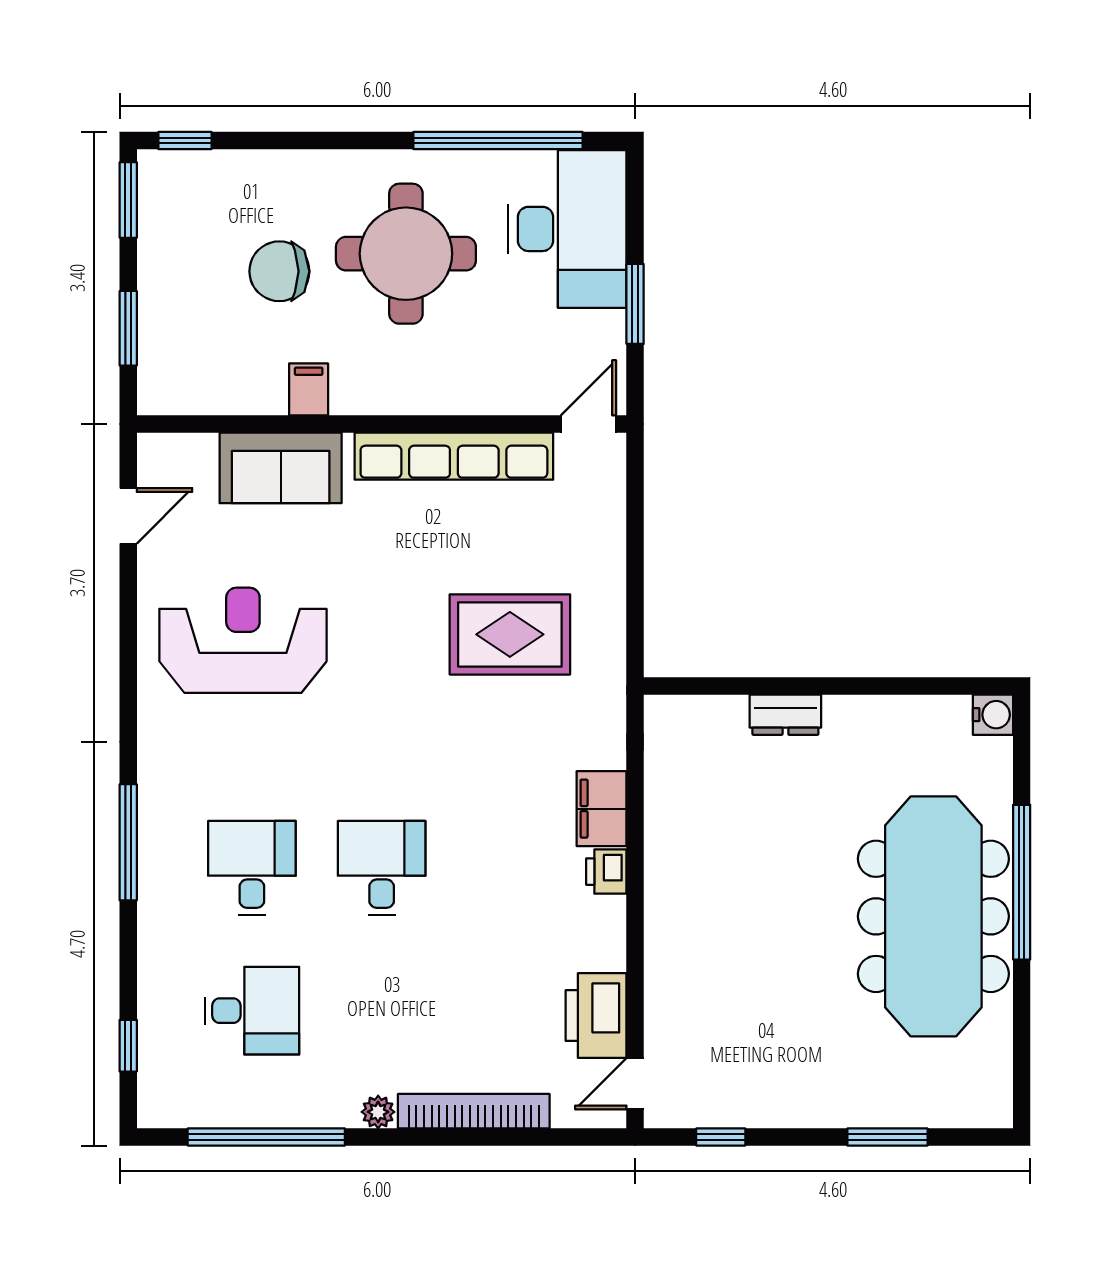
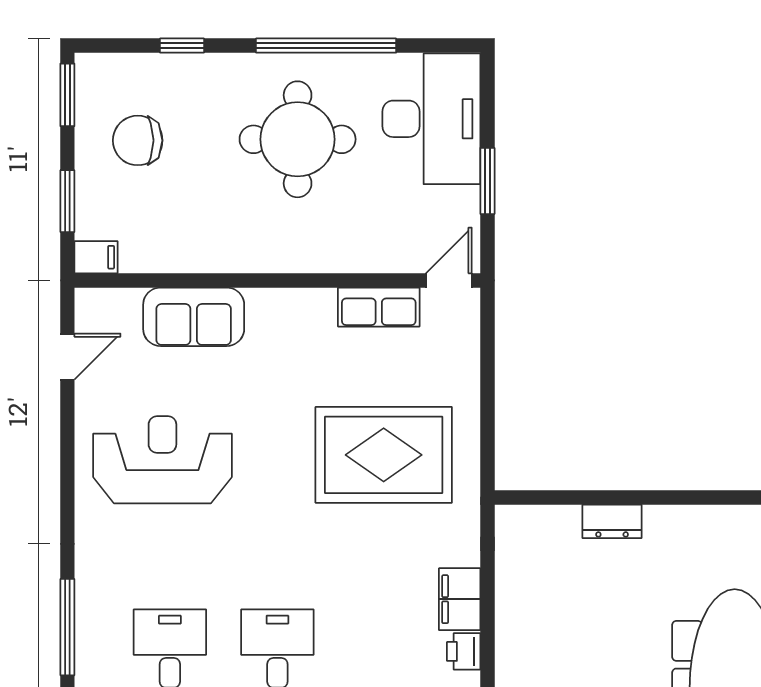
window: (185, 140) -> (182, 46), moved
window: (498, 140) -> (326, 46), moved
chair: (279, 271) -> (138, 140), moved
filing cabinet: (309, 389) -> (96, 257), moved, turned 90
row of seats: (454, 456) -> (379, 307), width x0.50
rug: (510, 634) -> (384, 455), width x1.37, depth x1.44

